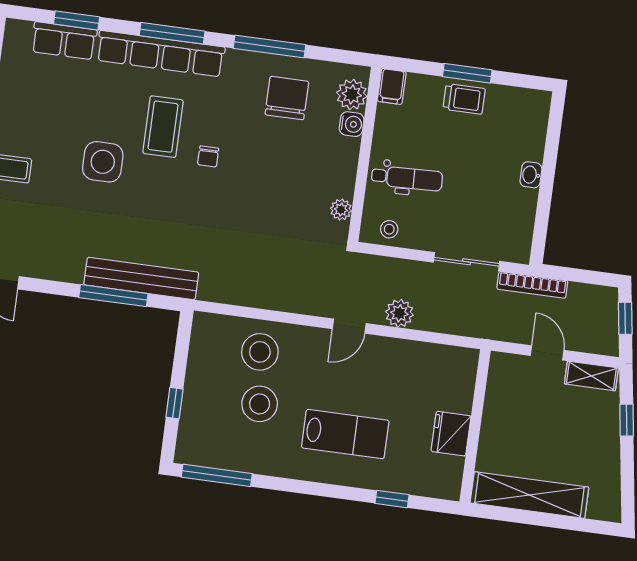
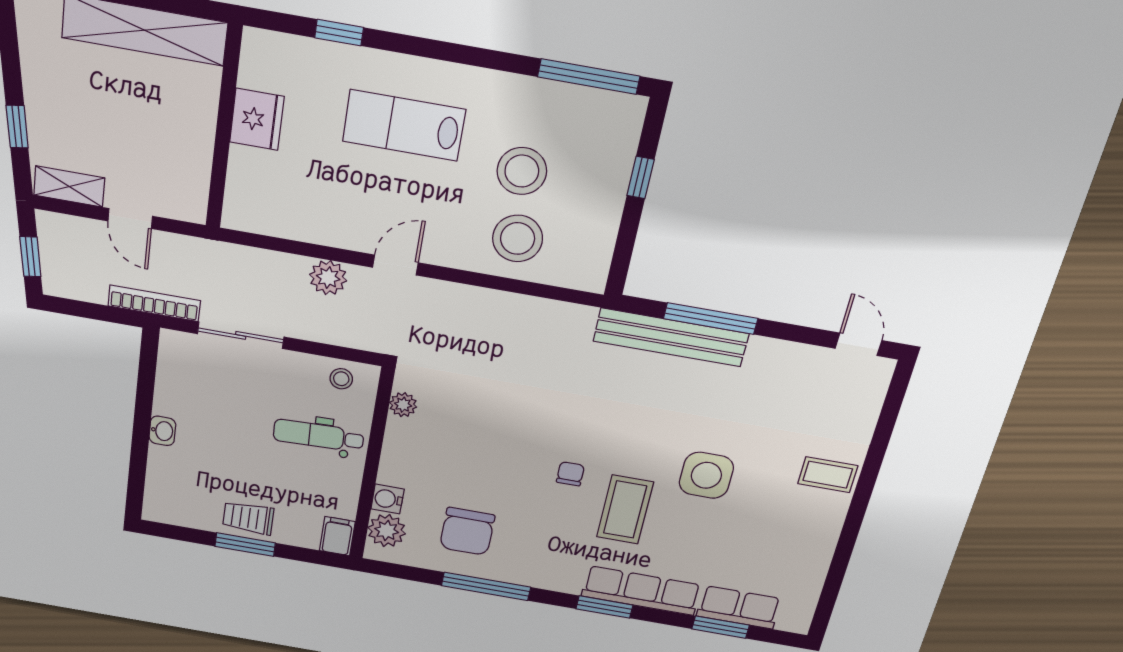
window: (172, 33) -> (604, 607), width x0.69
row of seats: (161, 54) -> (641, 591), width x0.73

